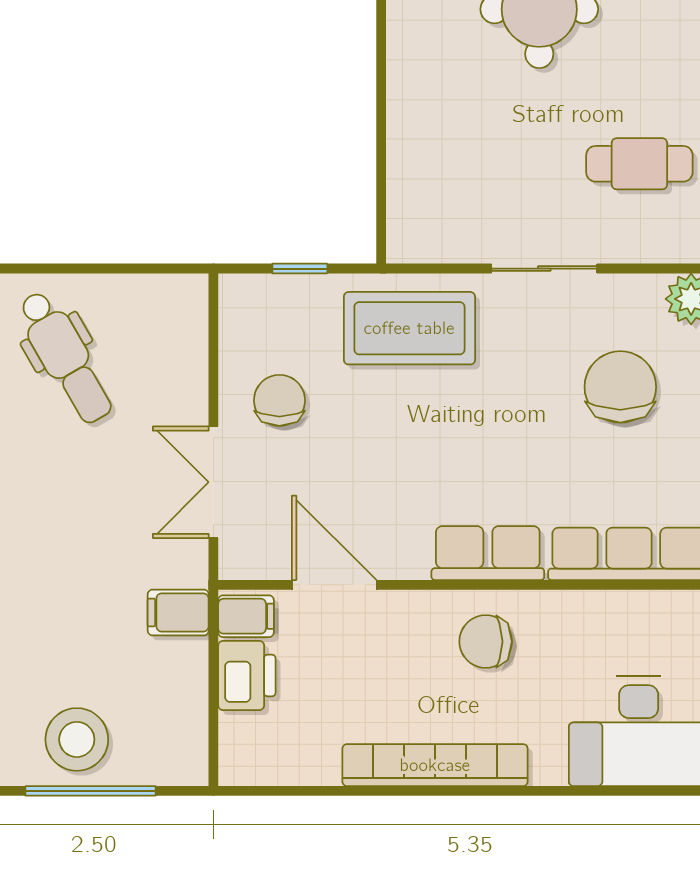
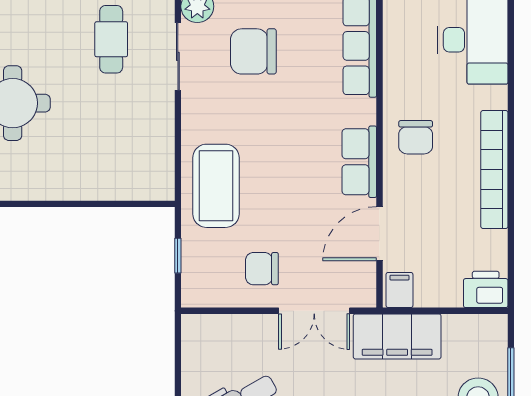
sliding door: (544, 269) -> (178, 56), moved
row of seats: (488, 553) -> (359, 162), moved
filing cabinet: (178, 612) -> (397, 336), width x3.00, depth x1.17
printer: (247, 675) -> (486, 289), moved

